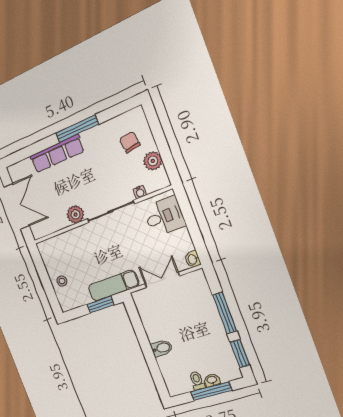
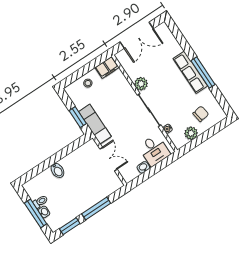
row of seats: (57, 154) -> (190, 72), moved
filing cabinet: (48, 253) -> (107, 67), added
washbasin: (193, 259) -> (143, 167), moved

